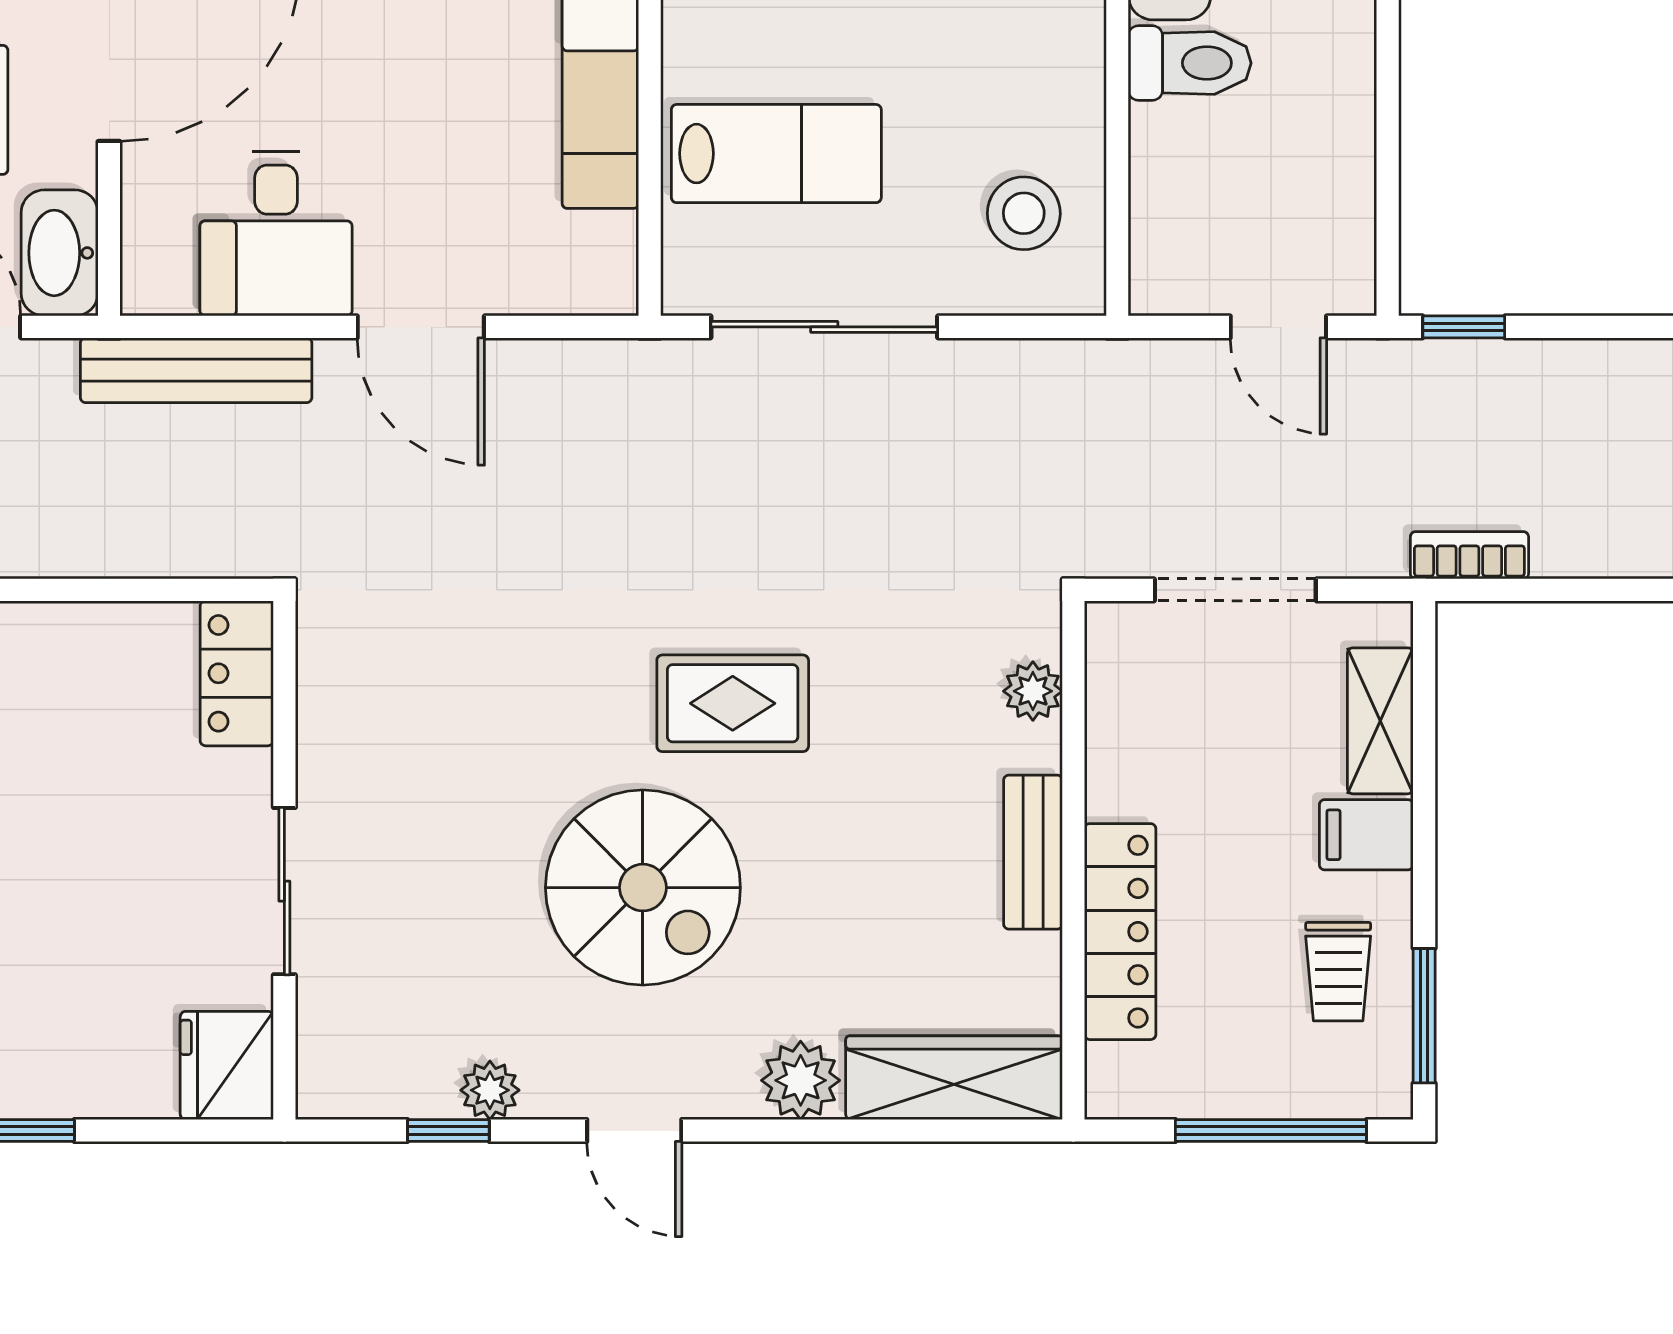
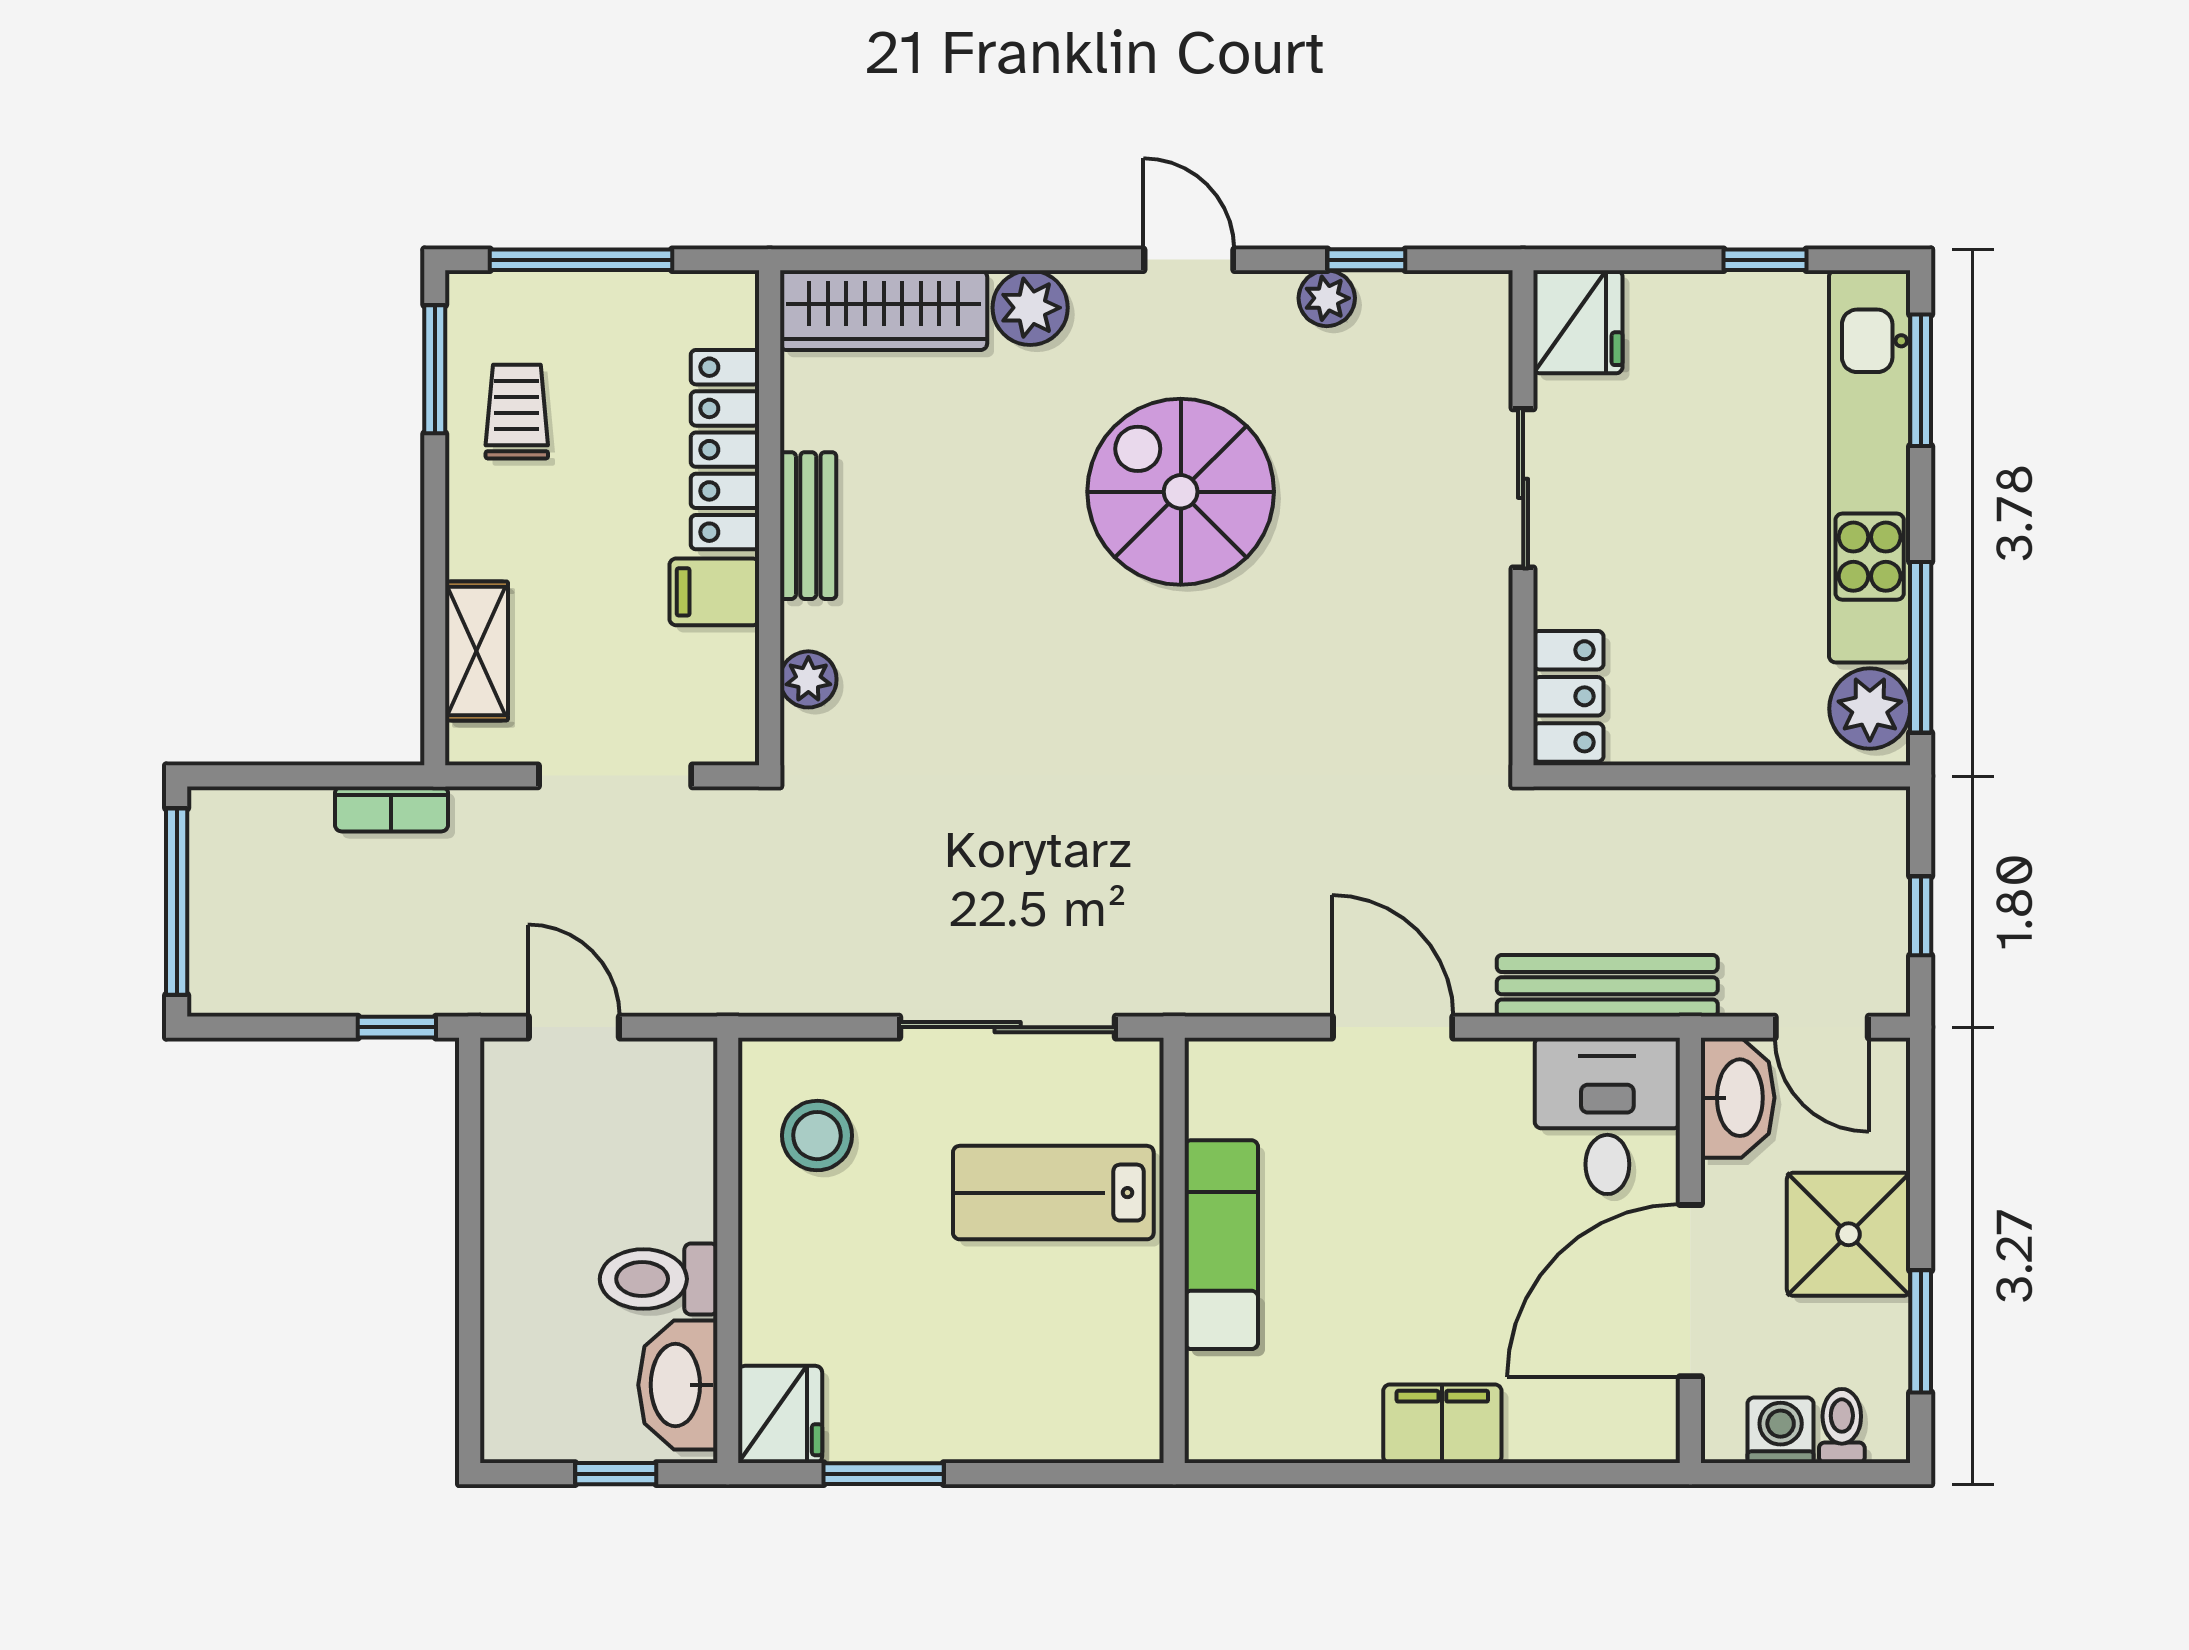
desk: (276, 234) -> (1607, 1116), moved
rug: (733, 703) -> (1095, 668), removed
filing cabinet: (1366, 835) -> (714, 592), moved, turned 180

